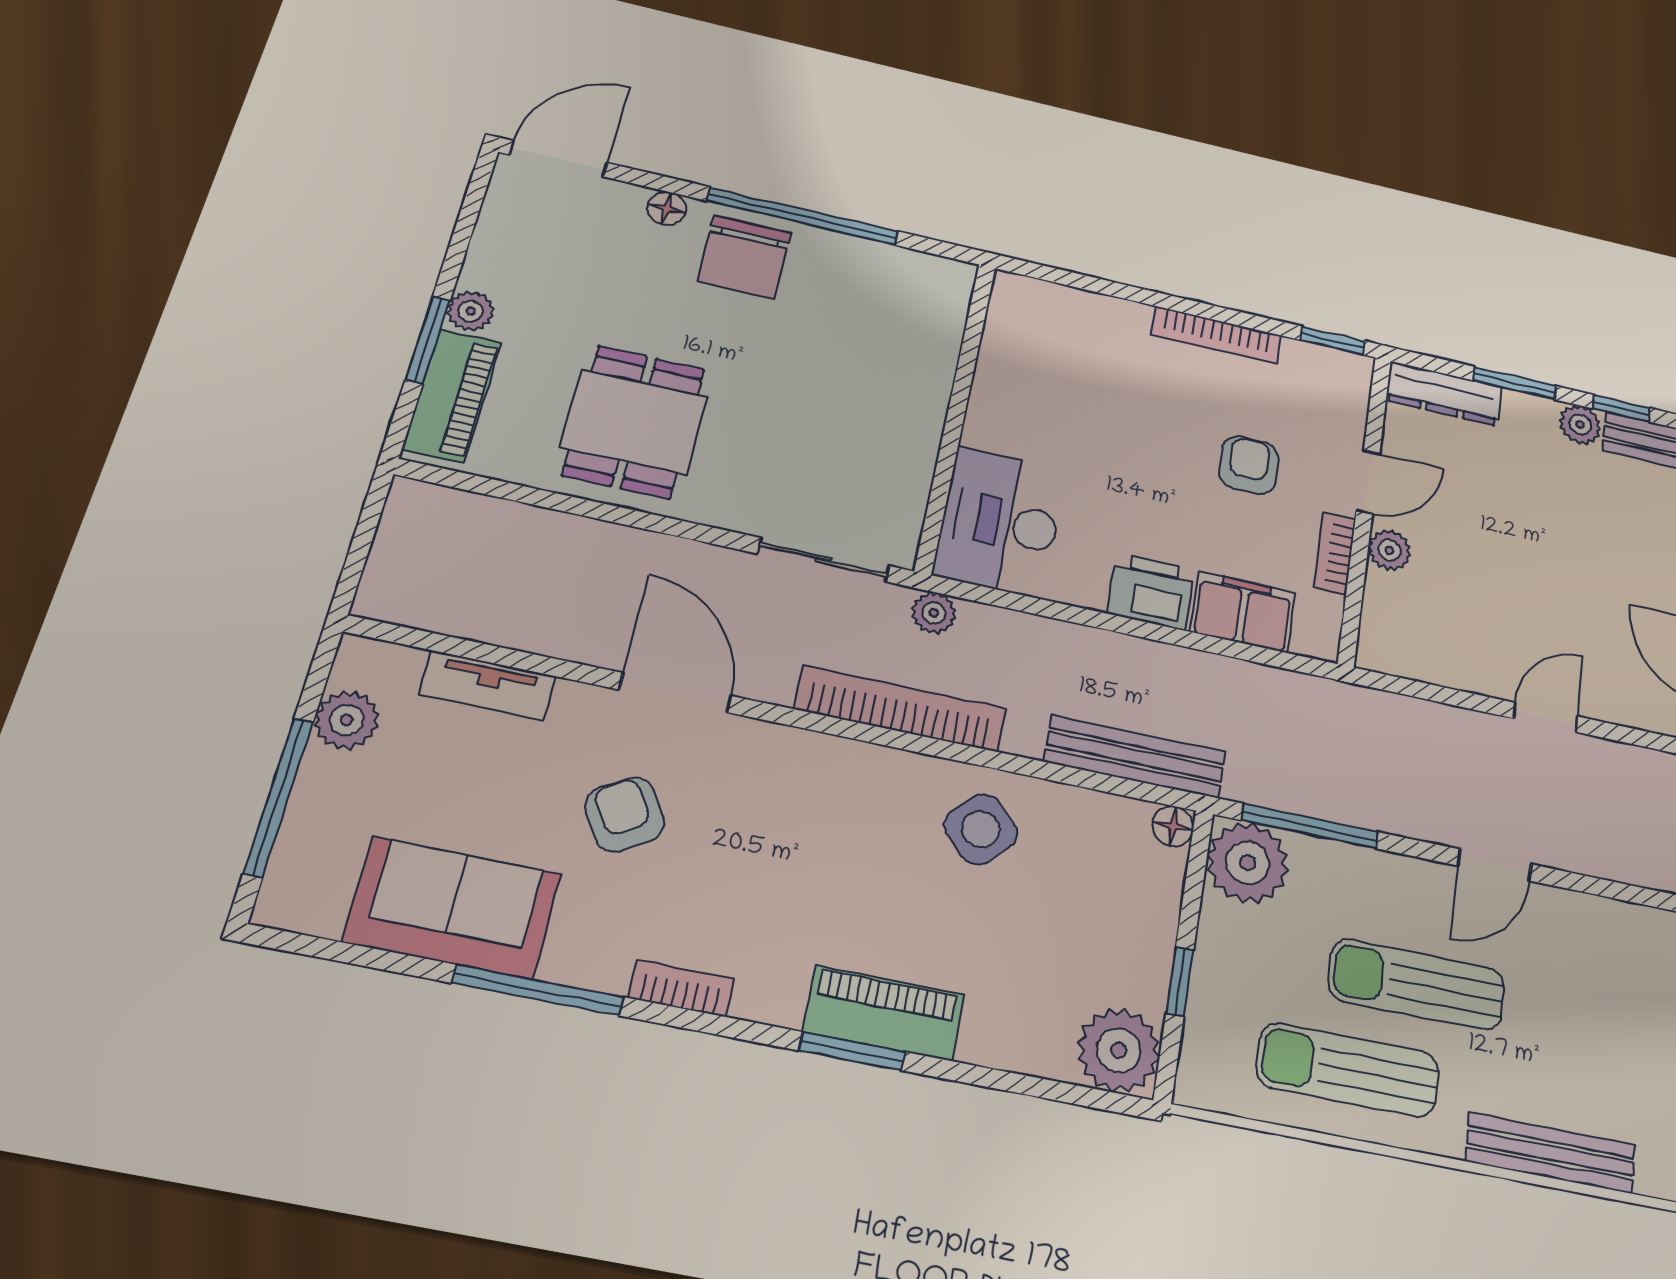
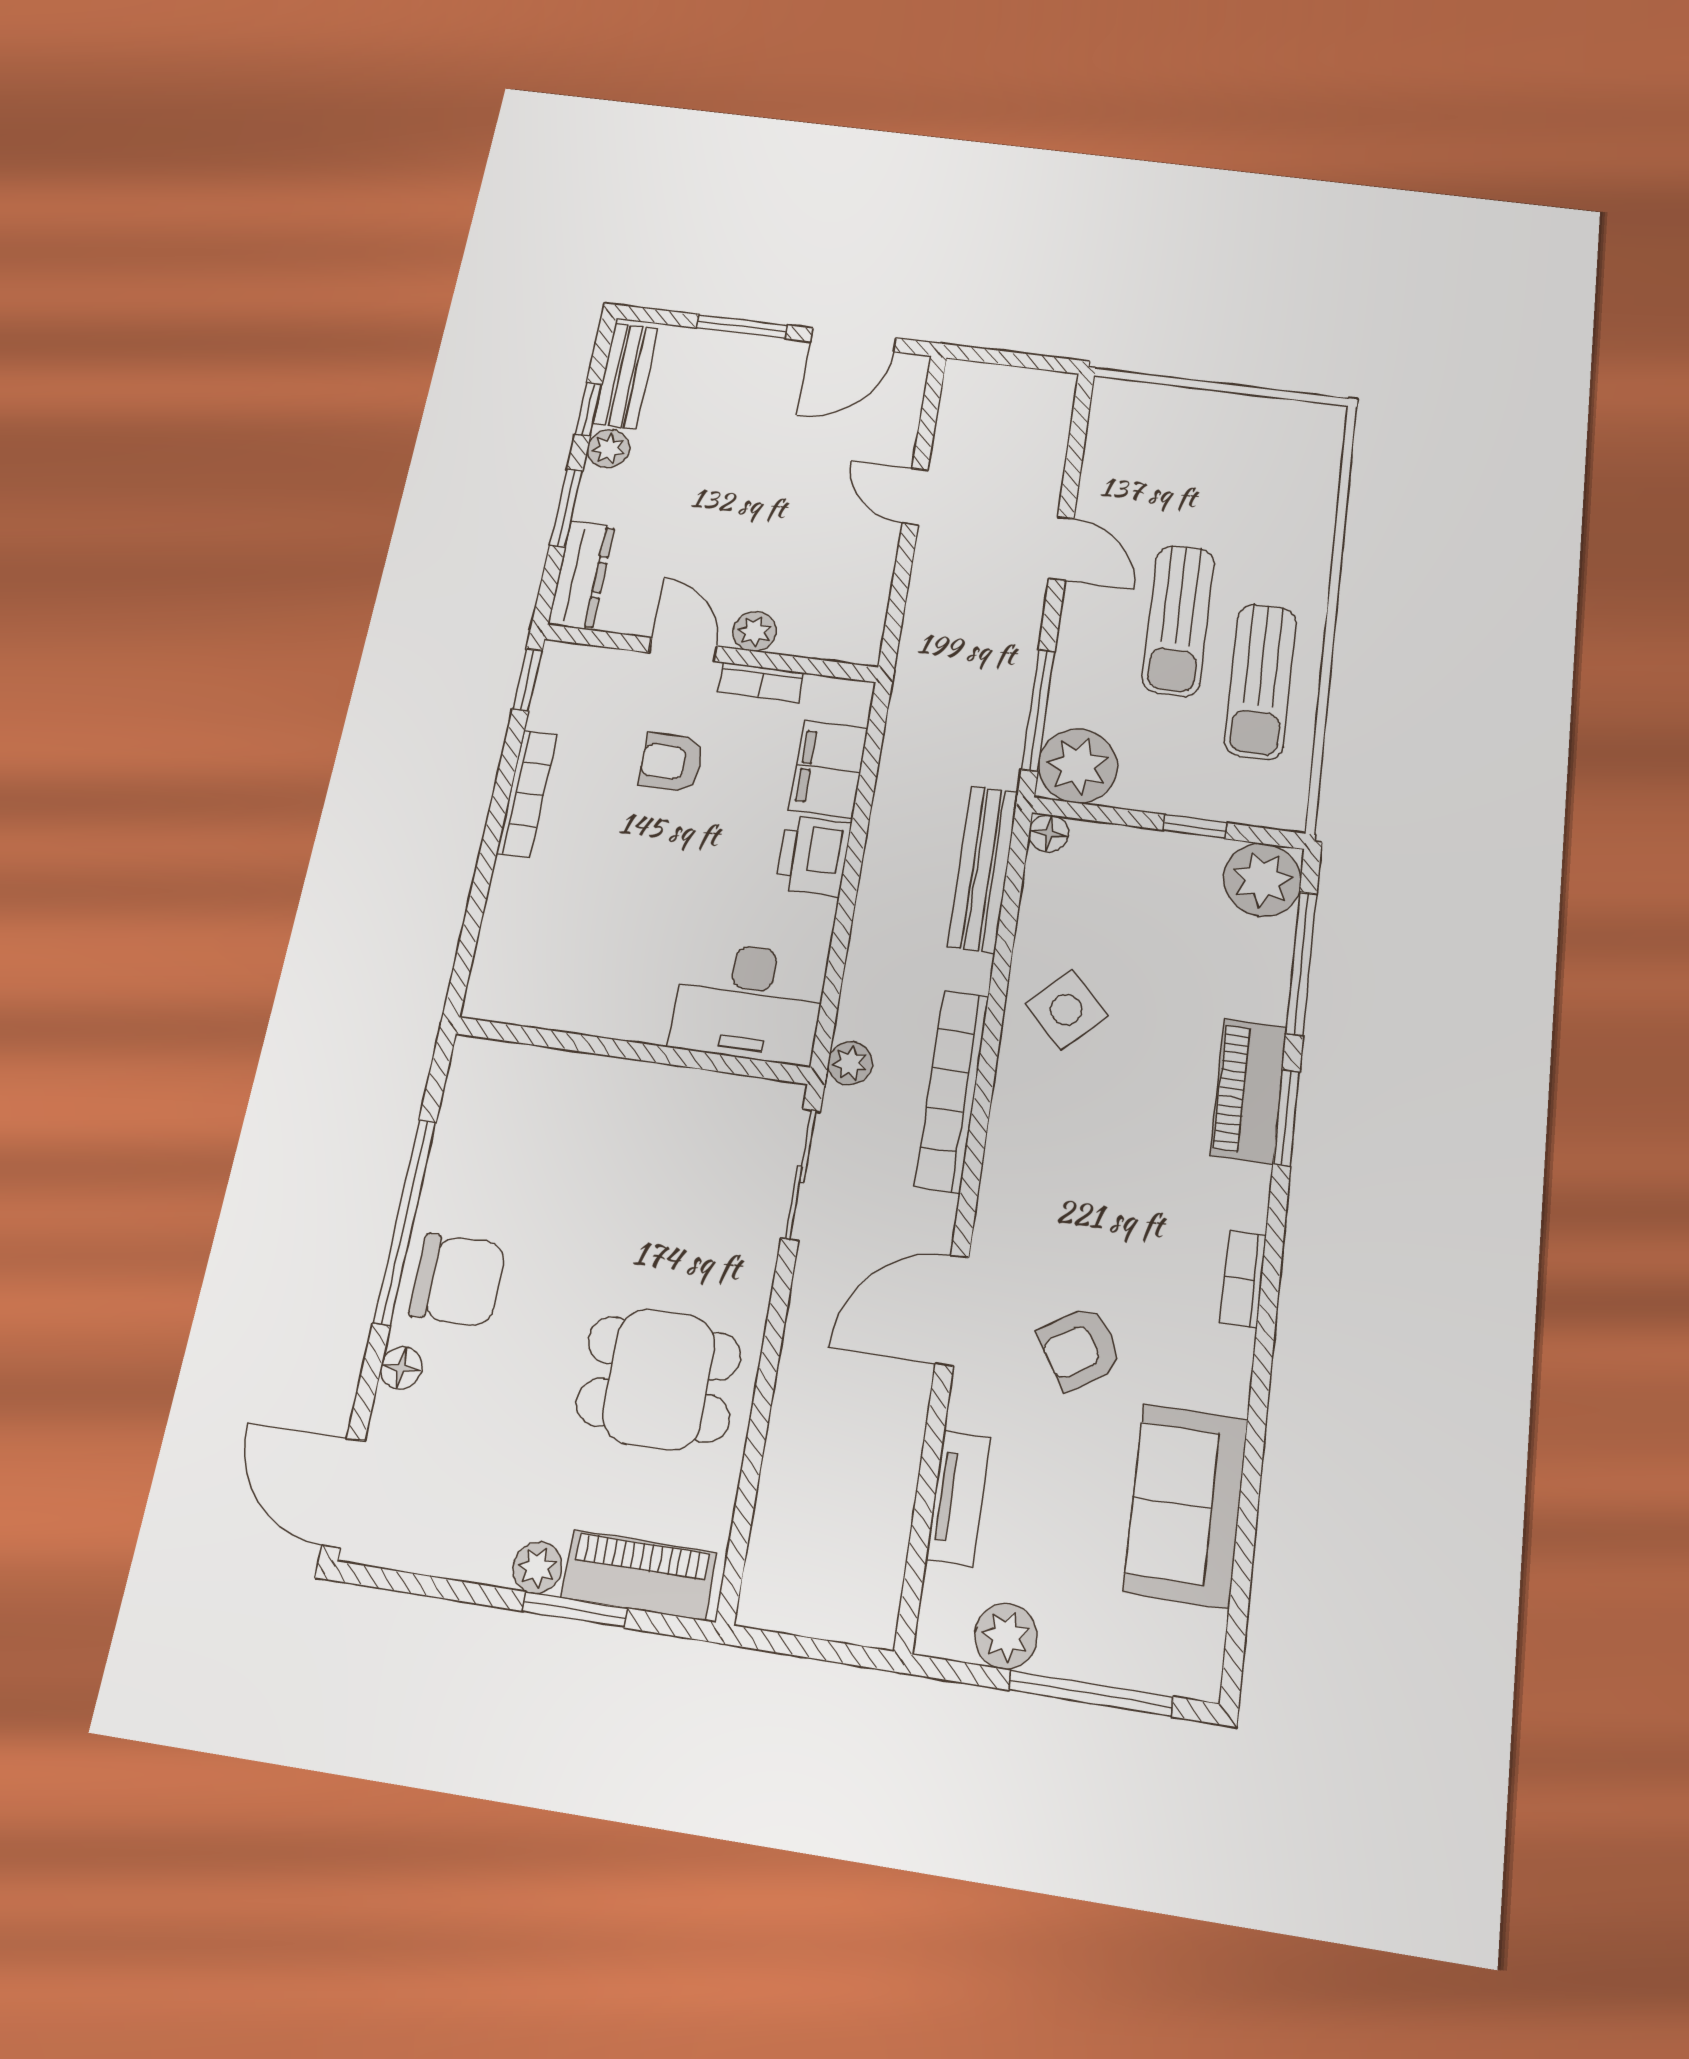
window: (538, 990) -> (1301, 963), moved
bench: (1550, 1153) -> (1316, 514), removed

